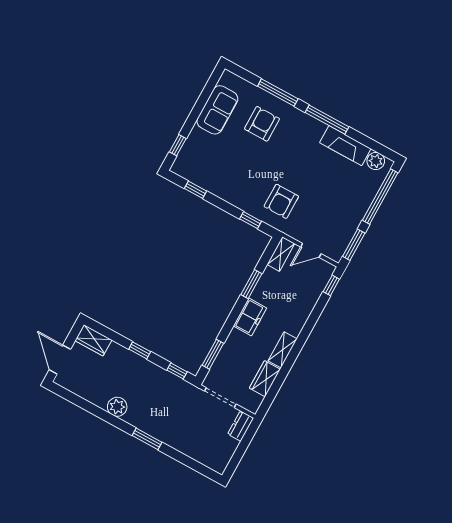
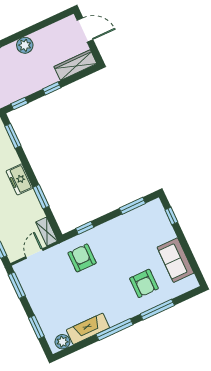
window: (195, 190) -> (132, 206), width x1.50
window: (380, 197) -> (36, 327), width x0.47
wardrobe: (93, 340) -> (75, 65), width x1.50

